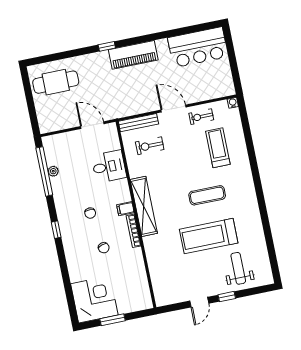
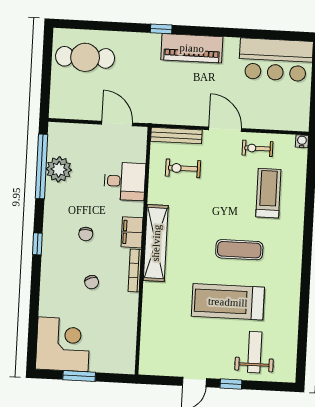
plant: (53, 171) -> (59, 169), width x1.88, depth x1.88
filing cabinet: (125, 209) -> (132, 232), width x2.00

